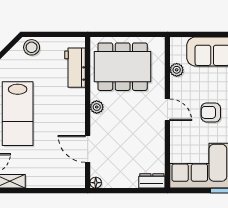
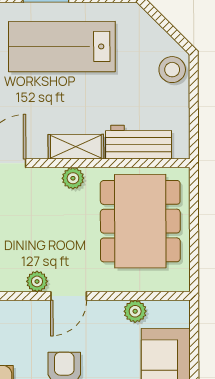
shelving: (78, 105) -> (76, 147), added
plant: (159, 129) -> (37, 281), added

